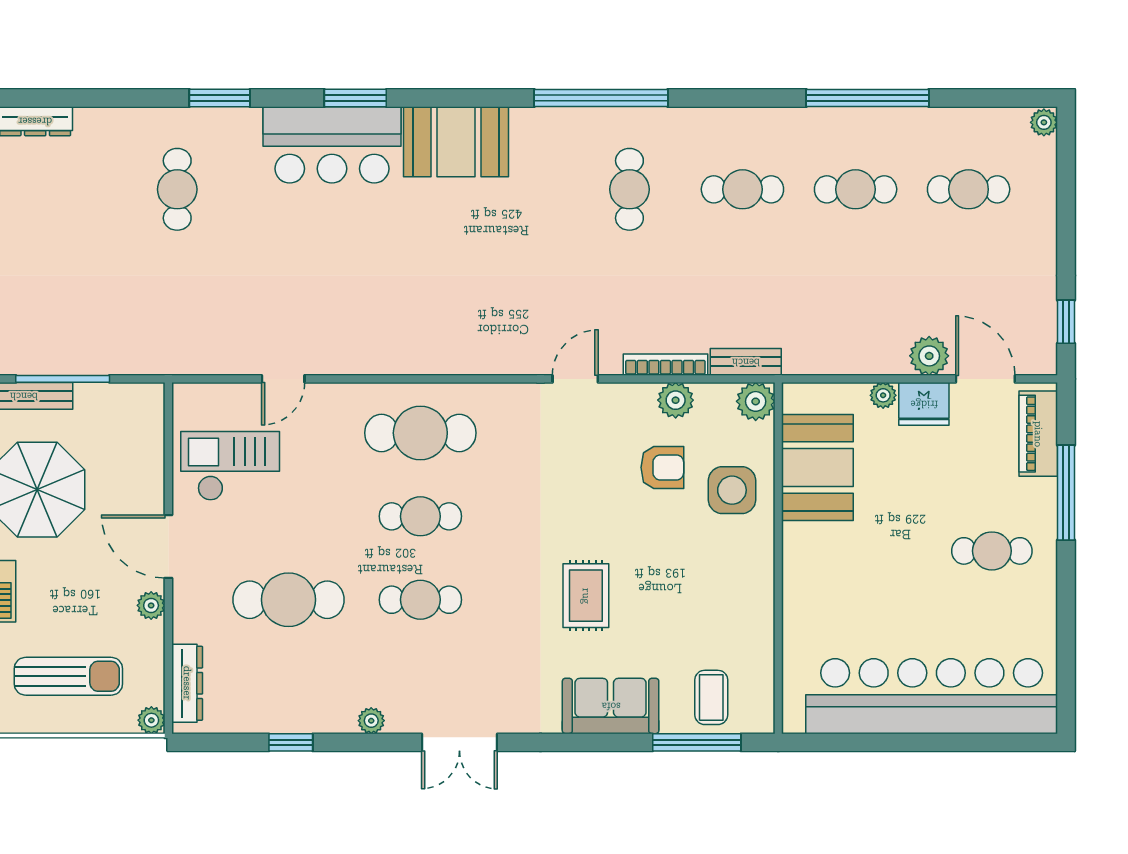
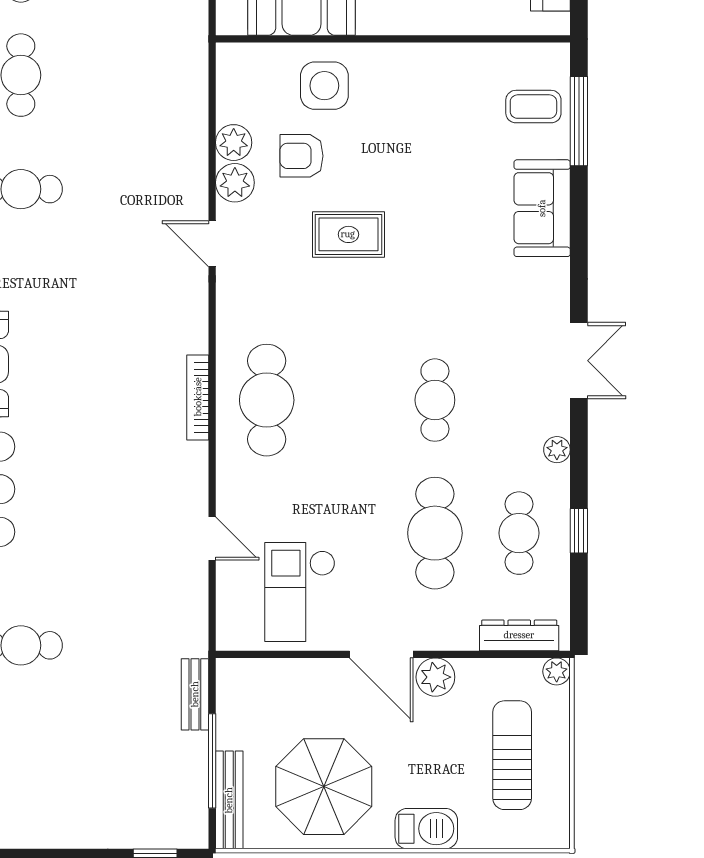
bench: (746, 362) -> (195, 694), moved
bookcase: (665, 365) -> (198, 397), moved
plant: (756, 401) -> (235, 183), moved
armchair: (662, 467) -> (301, 156), turned -90
cafe table: (420, 516) -> (519, 533), moved
door: (168, 547) -> (381, 654), hinge flipped
rug: (586, 596) -> (348, 234), moved
plant: (151, 605) -> (435, 677), width x1.38, depth x1.38

